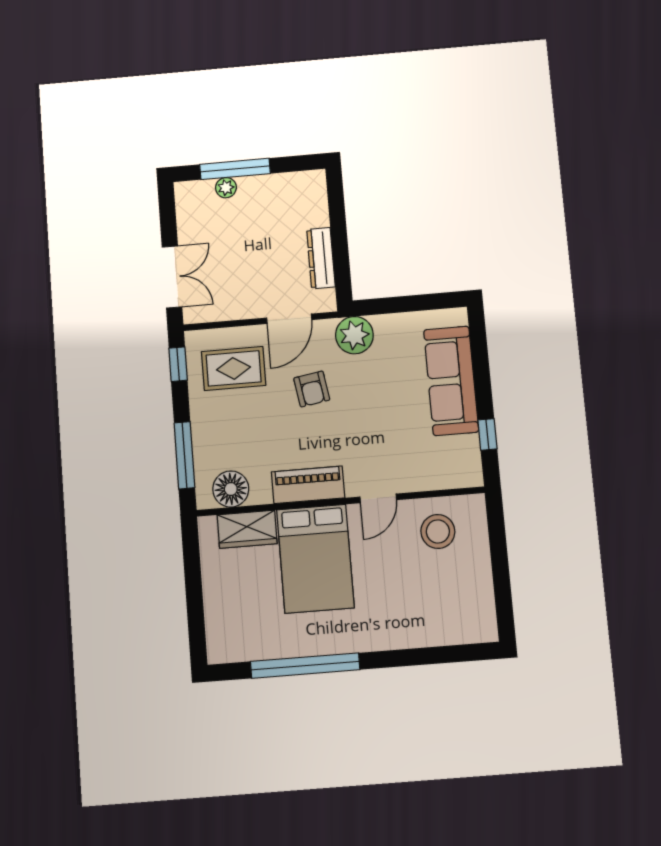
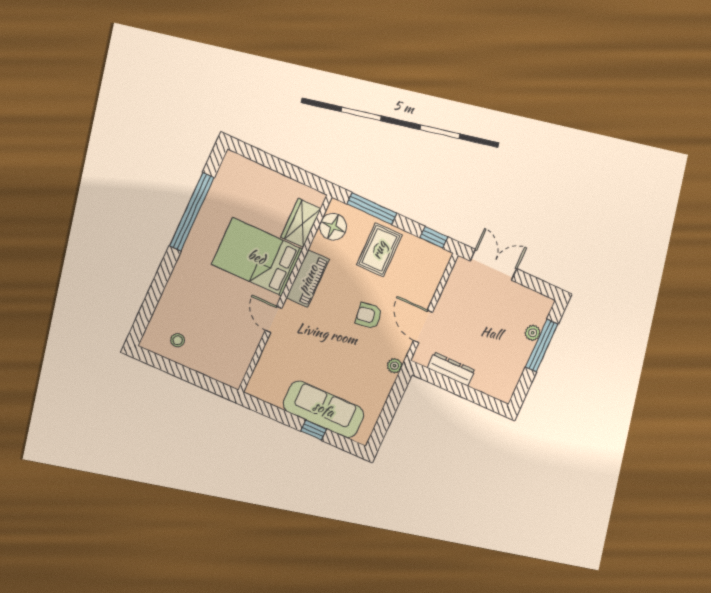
double door: (172, 277) -> (494, 265), swing flipped
plant: (354, 335) -> (394, 366), width x0.53, depth x0.53
rug: (234, 368) -> (379, 250), moved
window: (487, 434) -> (314, 430), moved
stool: (438, 531) -> (178, 340), moved, width x0.53, depth x0.53

